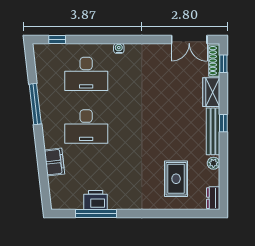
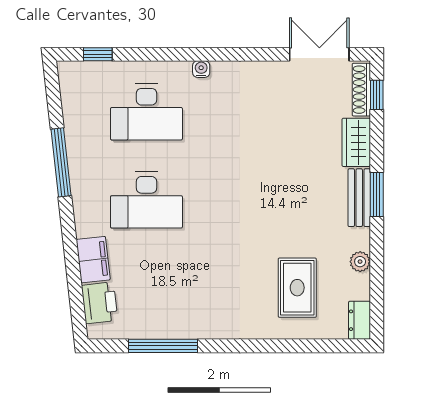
double door: (189, 40) -> (319, 54), swing flipped
window: (223, 123) -> (377, 194), width x1.50
bench: (213, 131) -> (359, 198), width x0.73
printer: (96, 200) -> (100, 303), moved, turned 84

